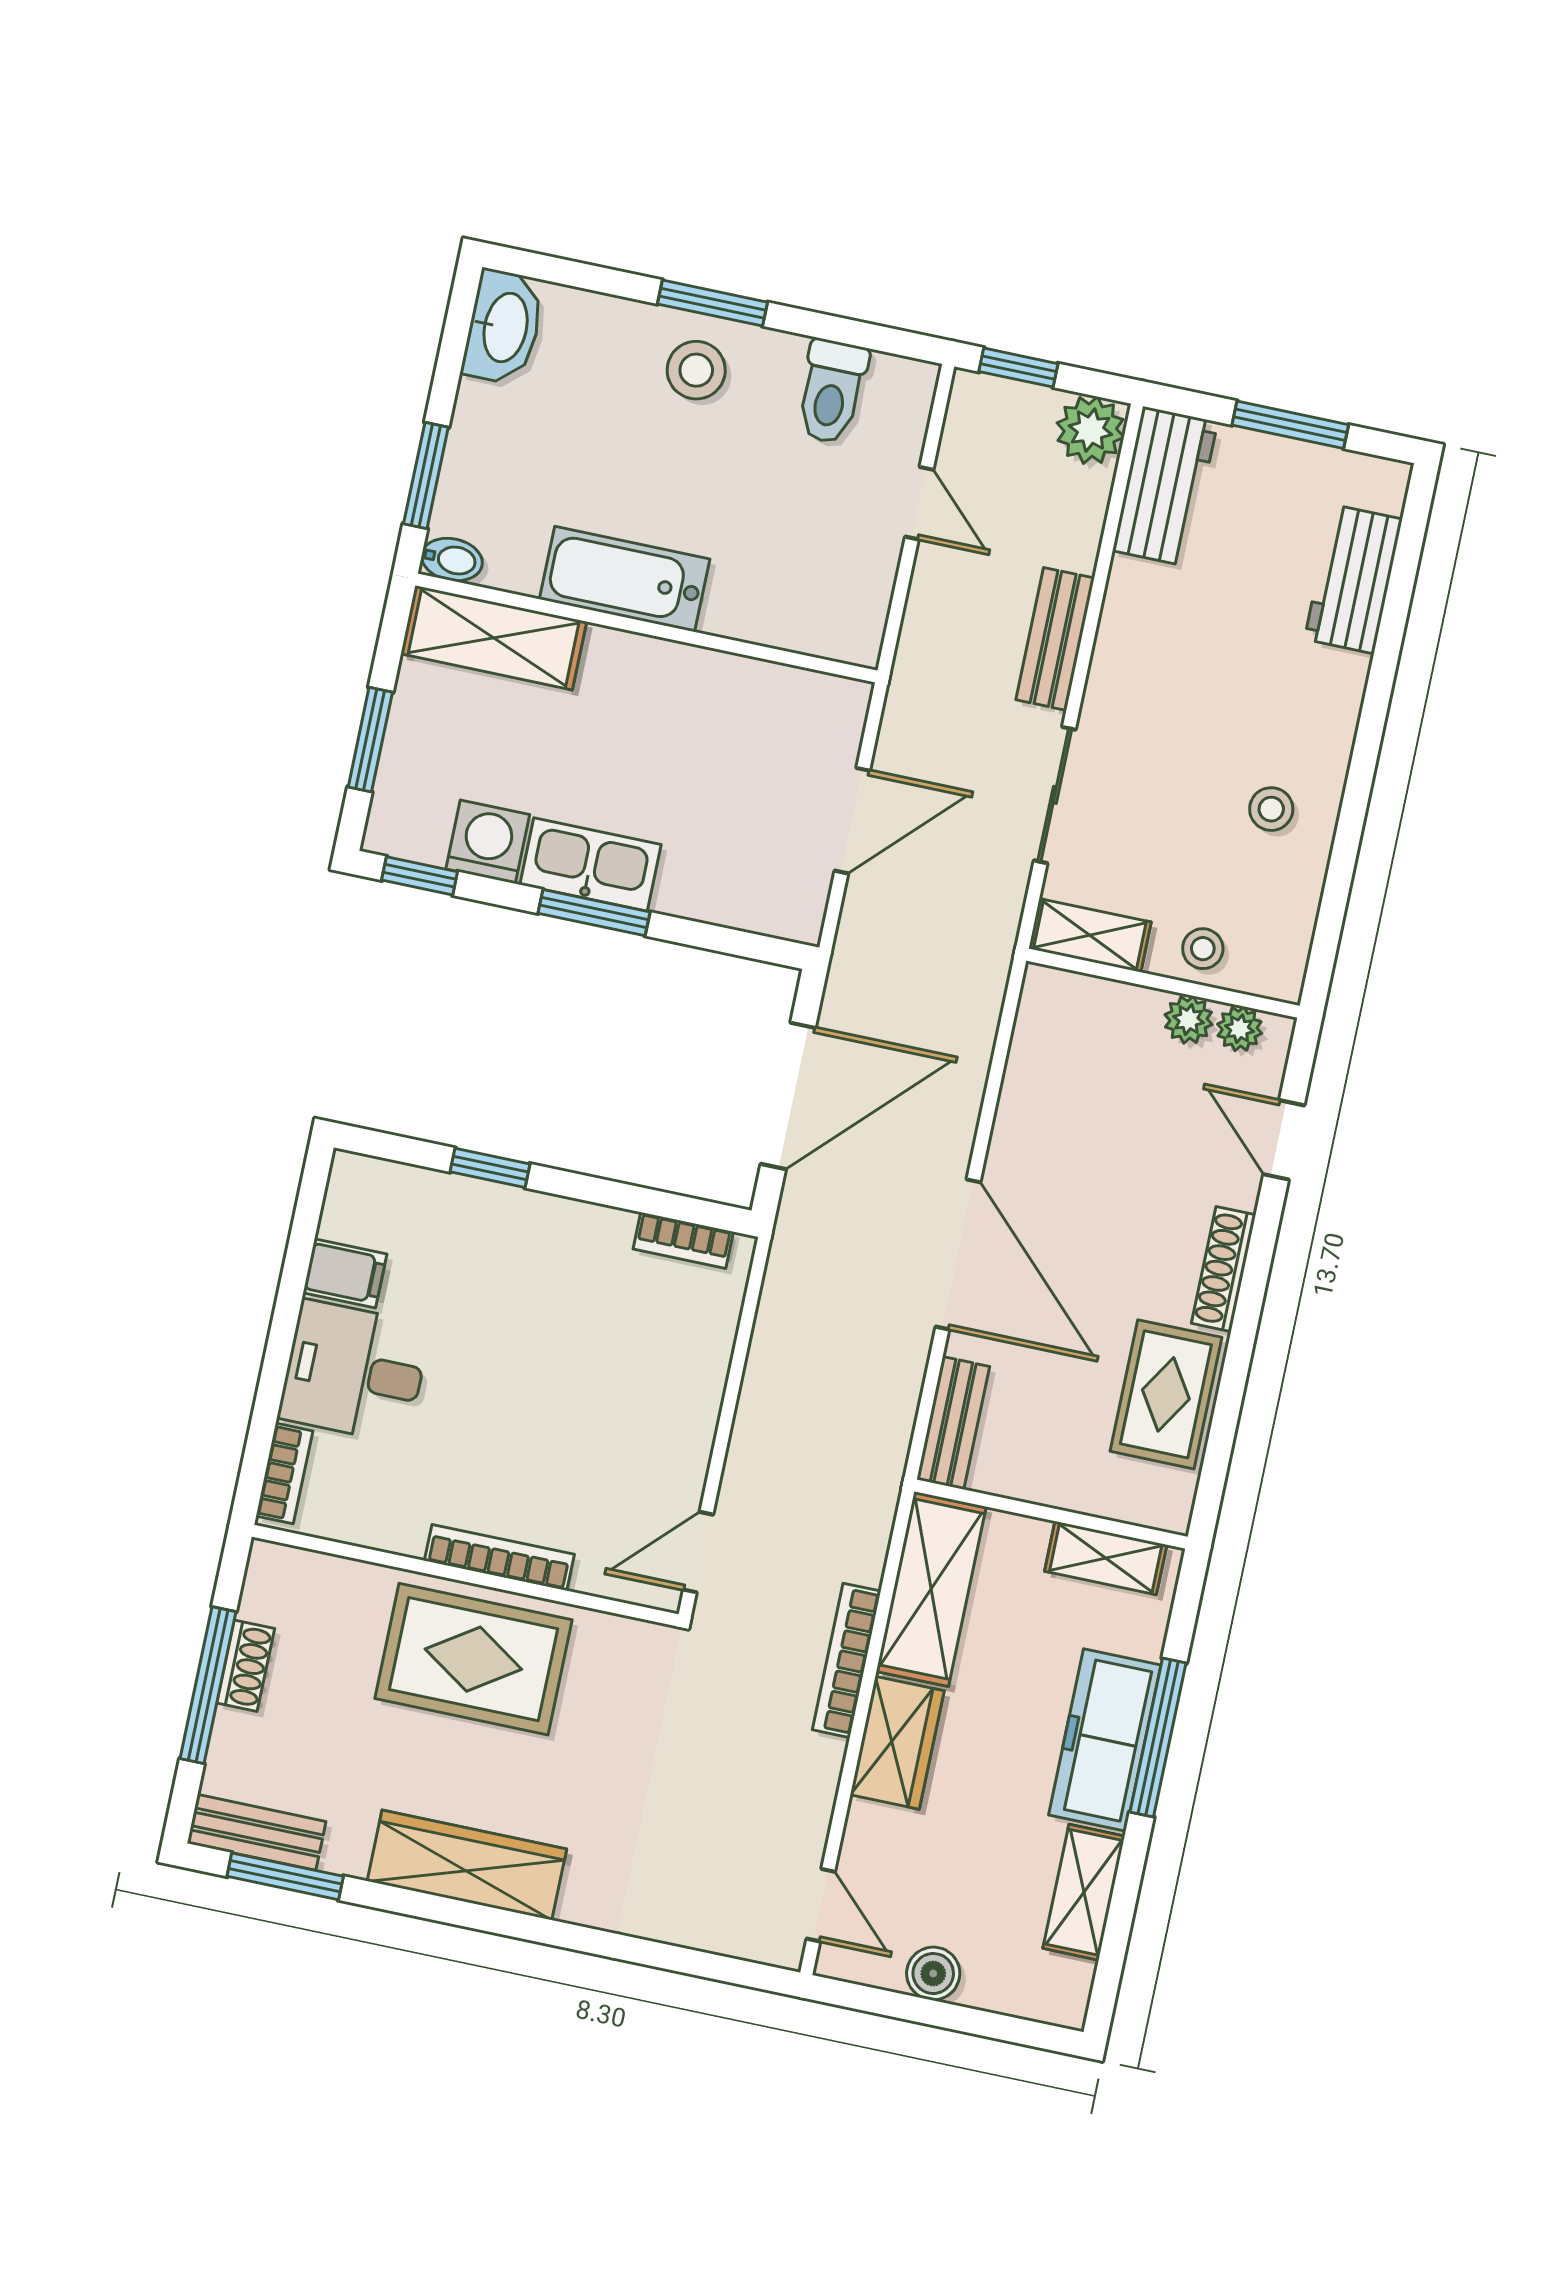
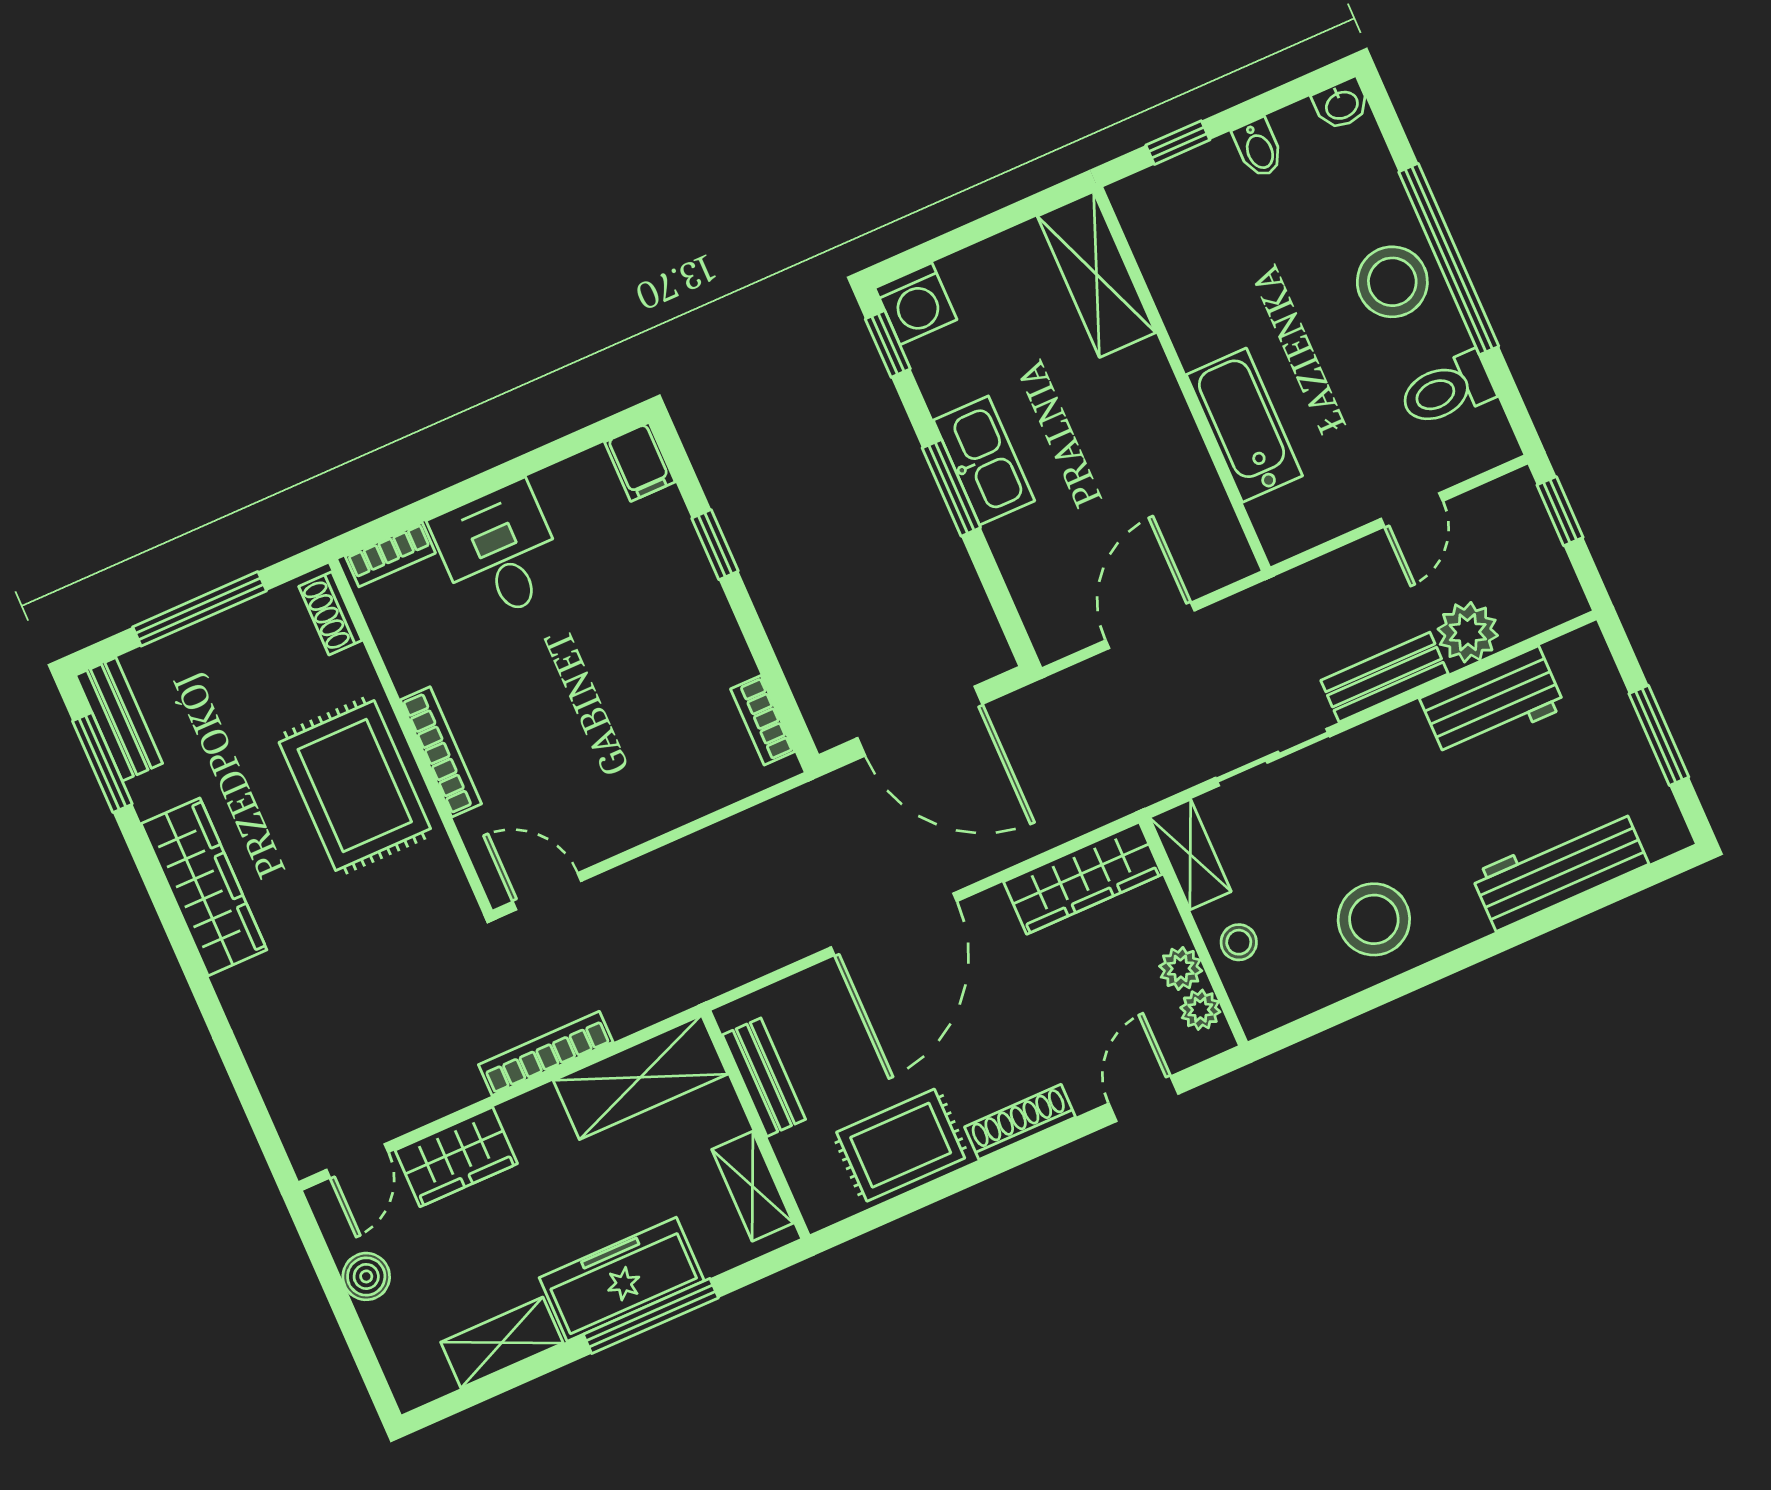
window: (713, 303) -> (1449, 259), width x2.11
washbasin: (504, 327) -> (1341, 104), width x0.52, depth x0.69
stool: (696, 370) -> (1392, 282), width x1.38, depth x1.38
plant: (1090, 430) -> (1468, 632), moved
window: (426, 476) -> (1178, 143), width x0.67
workbench: (1165, 486) -> (1493, 703), moved
bidet: (452, 559) -> (1258, 148), moved
bathtub: (625, 579) -> (1244, 425), moved
workbench: (1353, 579) -> (1560, 869), width x1.38
window: (370, 740) -> (960, 239), removed
stool: (1271, 809) -> (1374, 919), width x1.89, depth x1.89
door: (852, 821) -> (1150, 625), swing flipped
washing machine: (488, 842) -> (916, 304), moved, turned 90
wardrobe: (1041, 1050) -> (1083, 878), added
filing cabinet: (345, 1273) -> (640, 462), moved
bench: (953, 1423) -> (764, 1077), moved, turned 90
shoe rack: (246, 1666) -> (330, 613), moved, turned 90
wardrobe: (897, 1743) -> (456, 1157), moved

